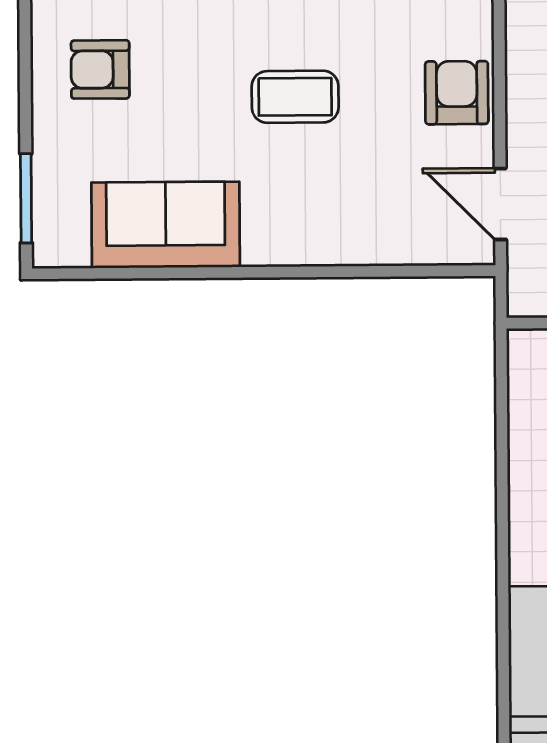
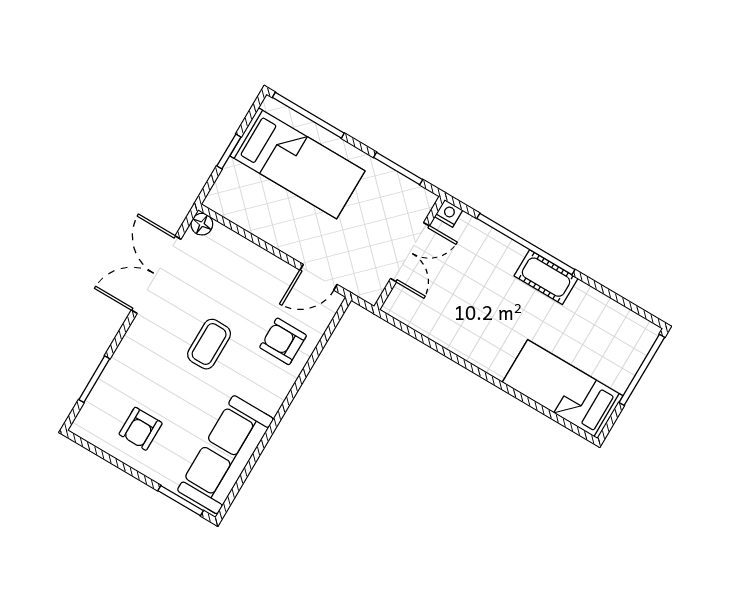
armchair: (457, 93) -> (283, 341), moved
sofa: (166, 225) -> (225, 455), width x1.36

